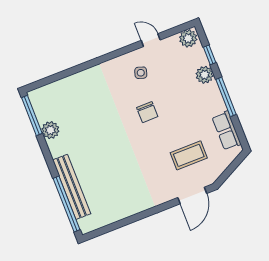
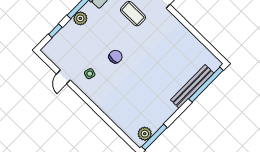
plant: (188, 38) -> (50, 51), removed
plant: (205, 75) -> (80, 18), moved
plant: (50, 130) -> (145, 134), moved

